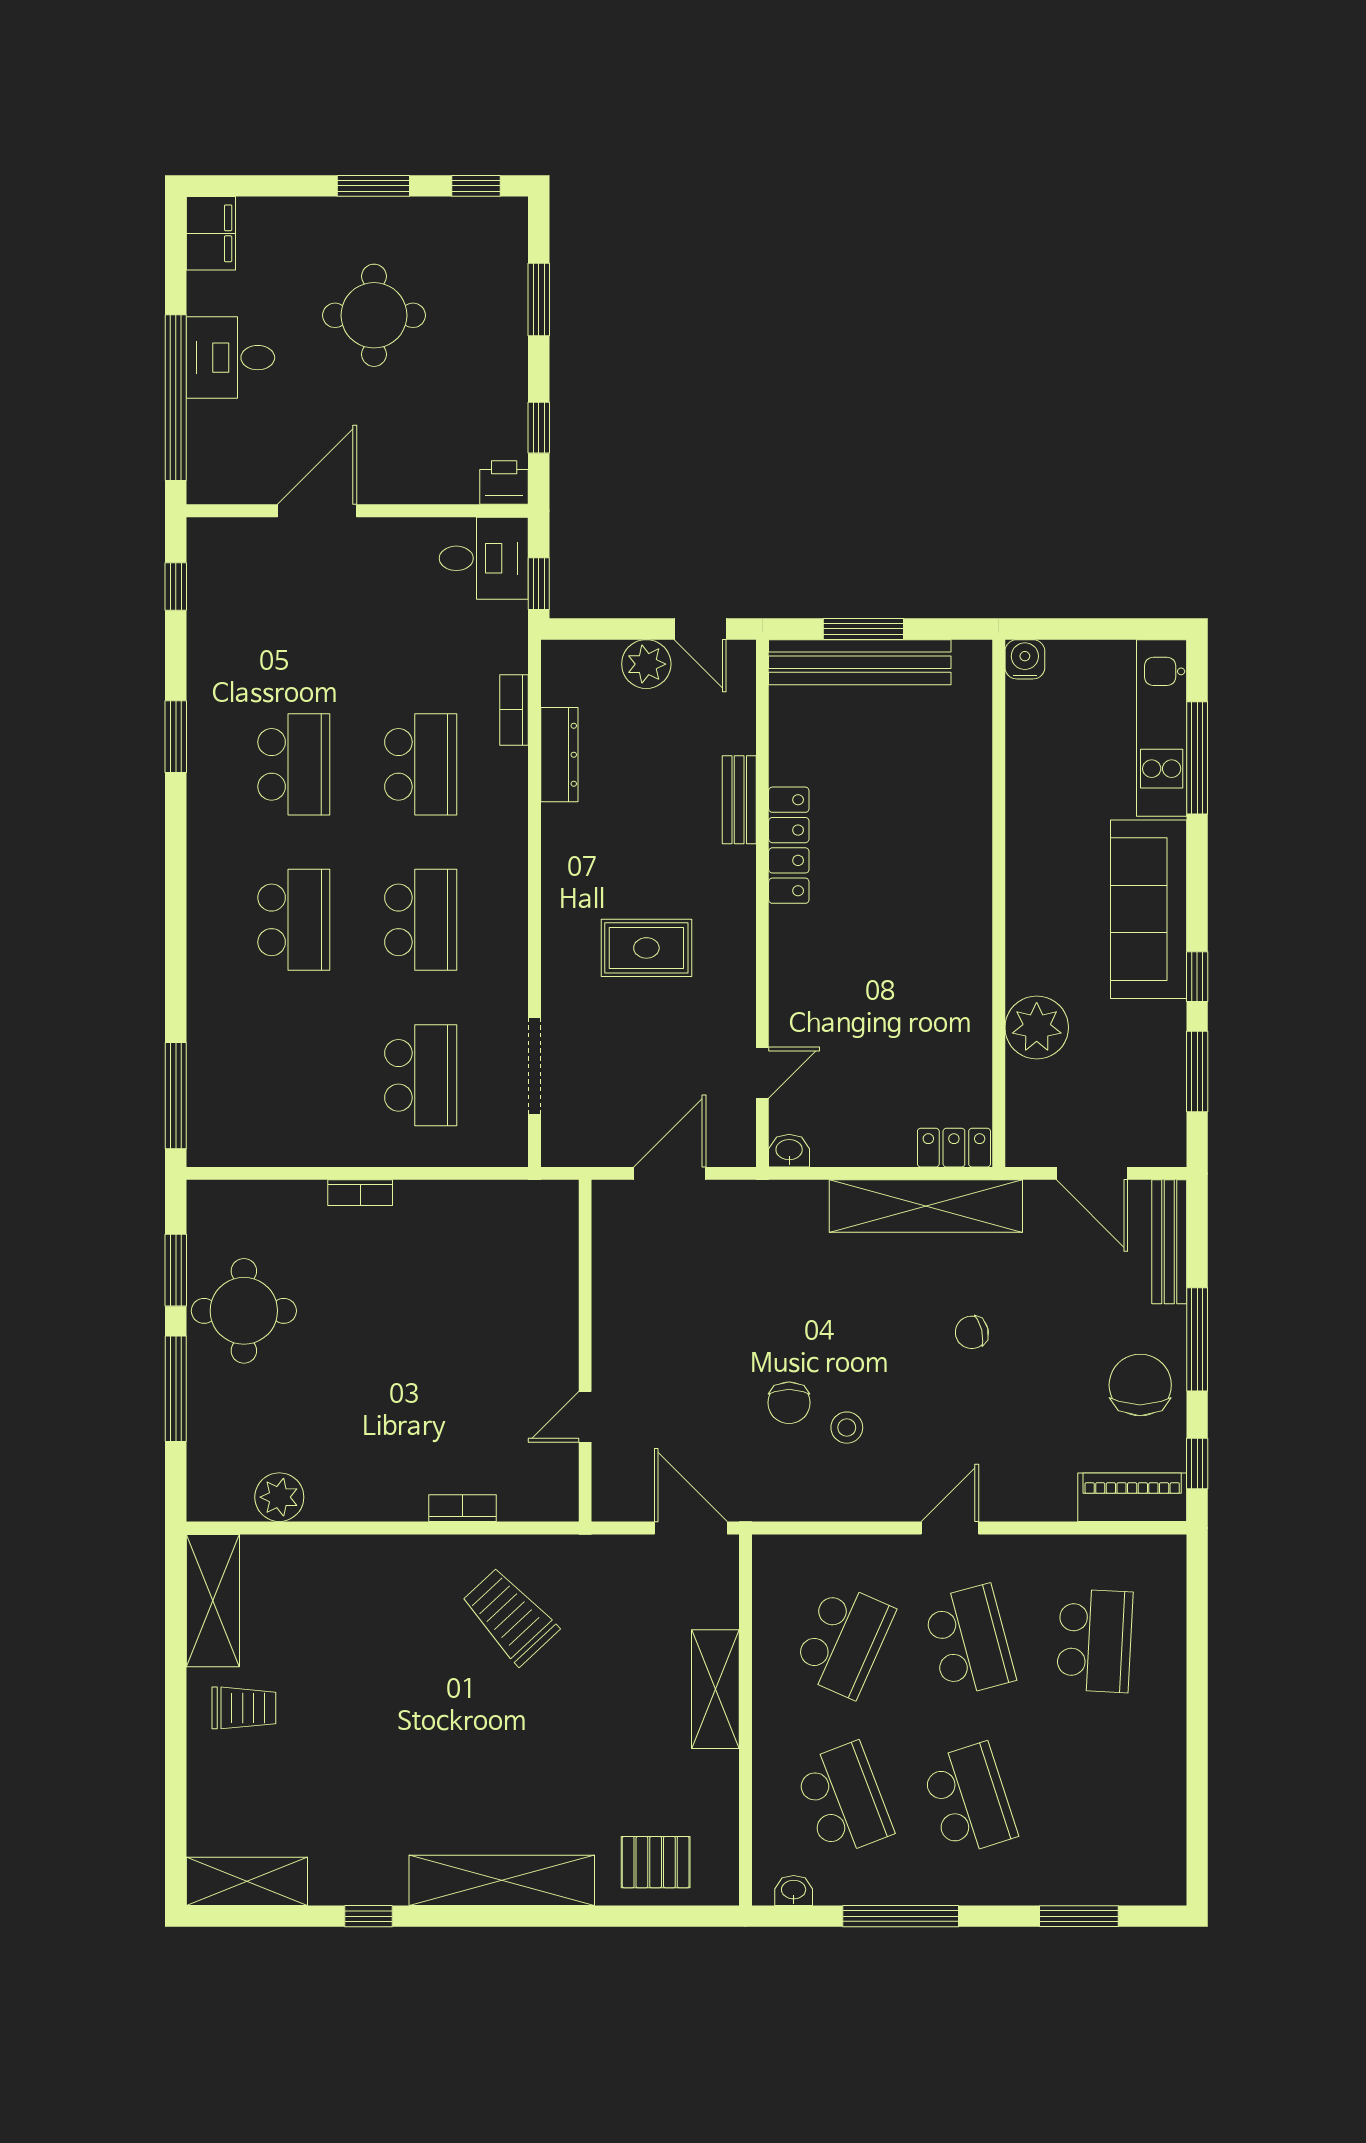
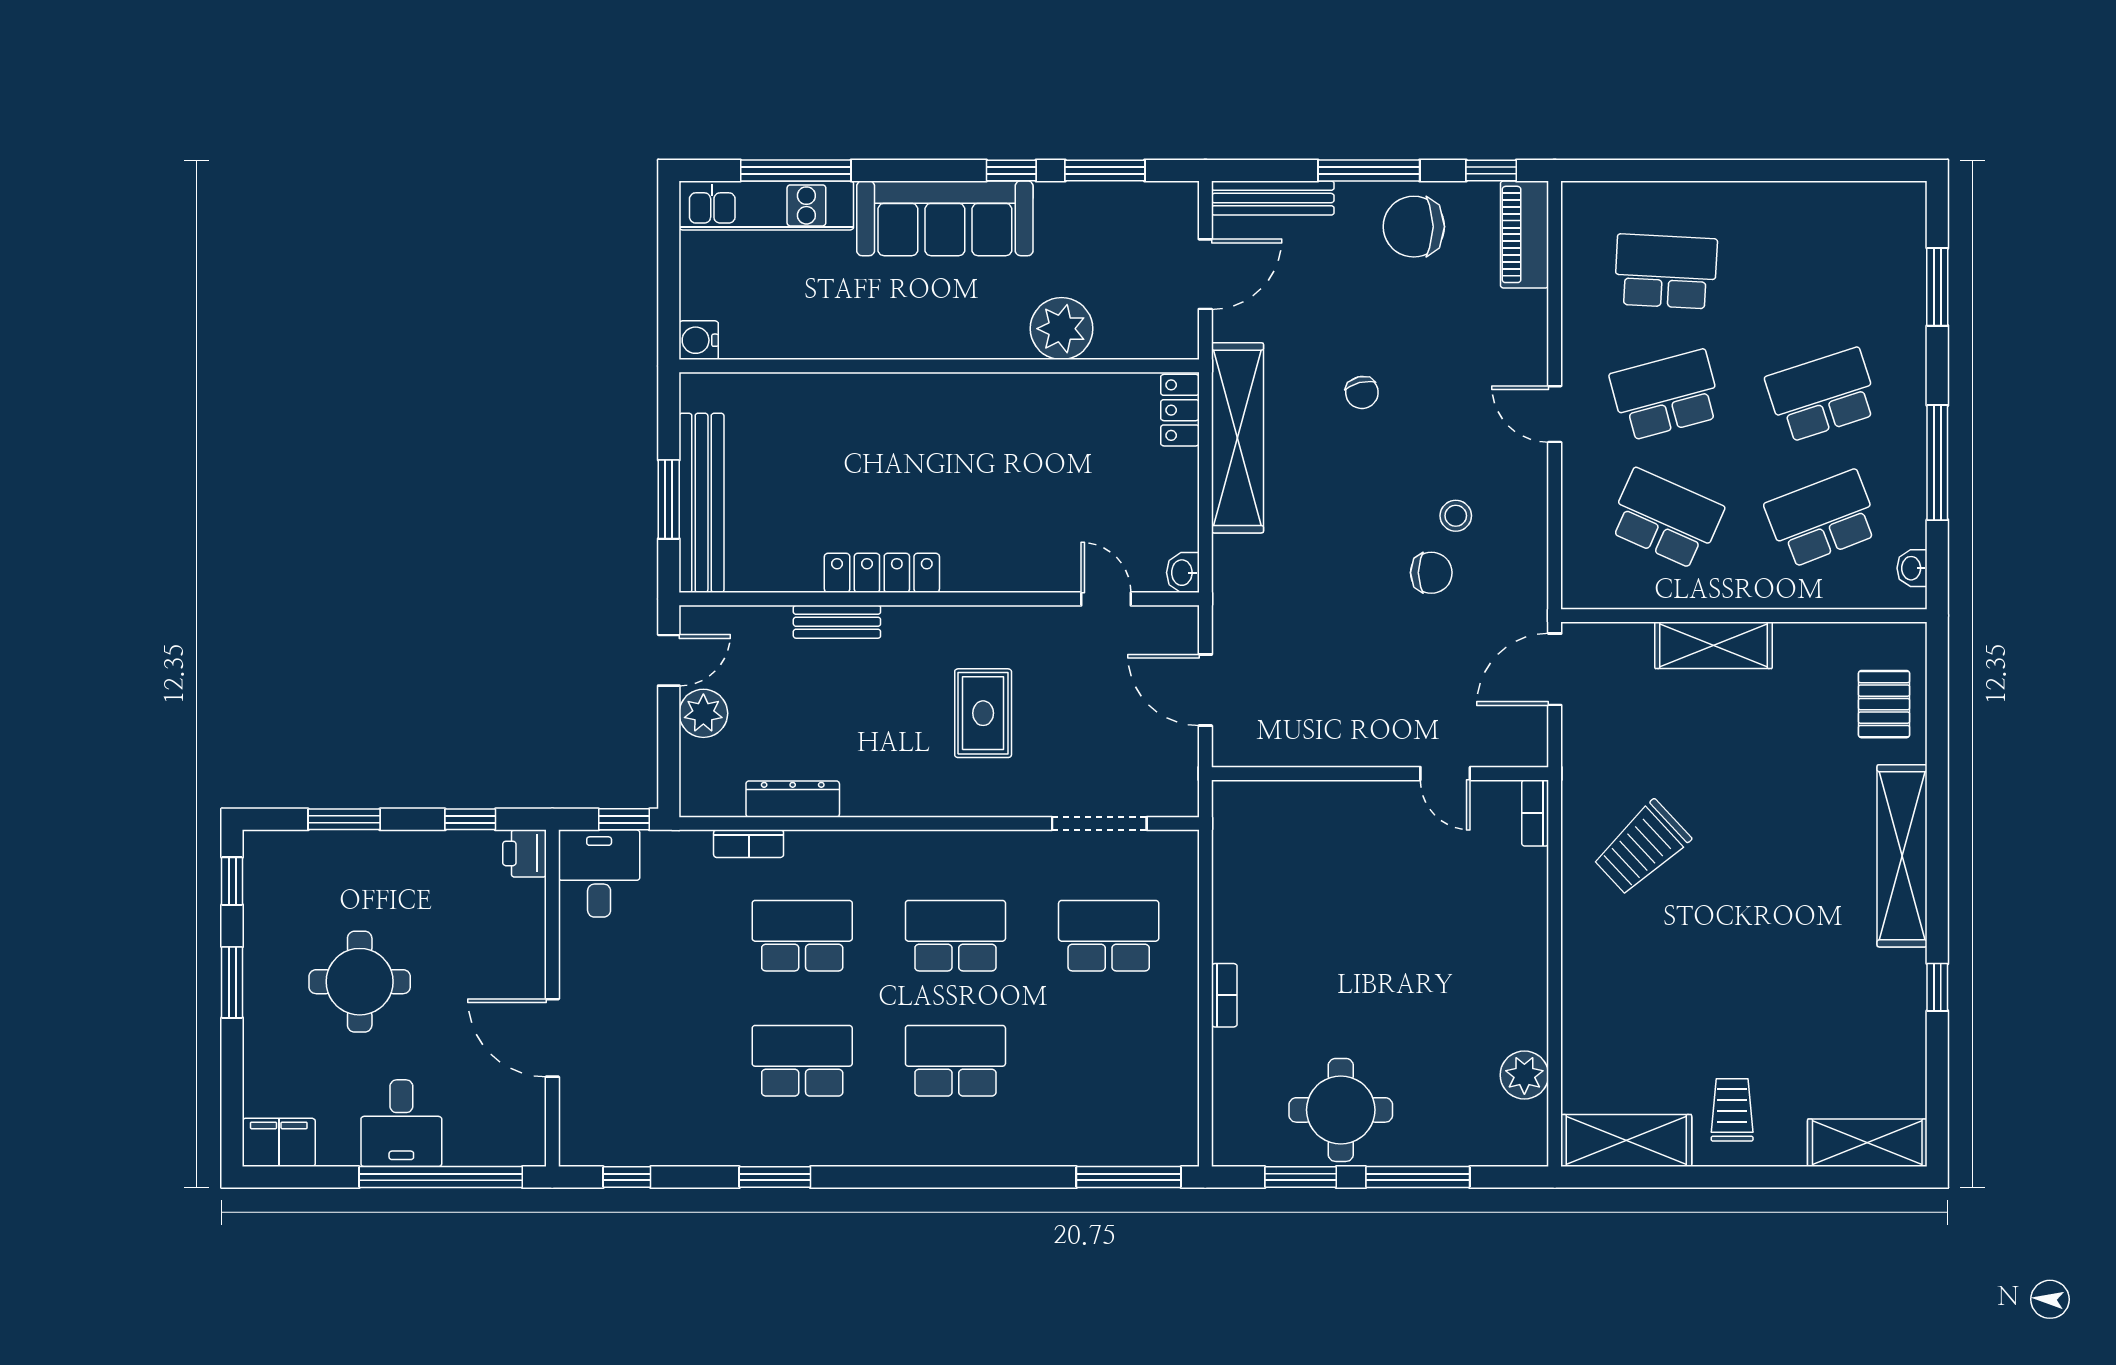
bookcase: (463, 1508) -> (1535, 813), moved
shelving: (247, 1881) -> (1867, 1143), moved, turned 90

